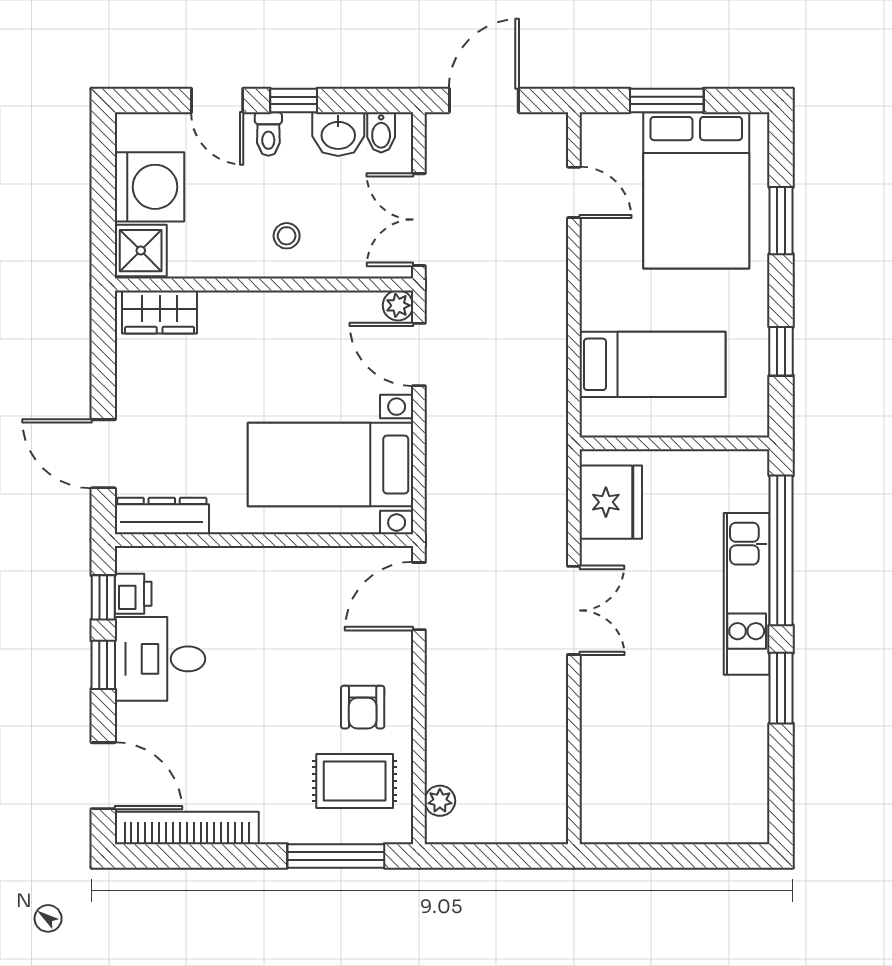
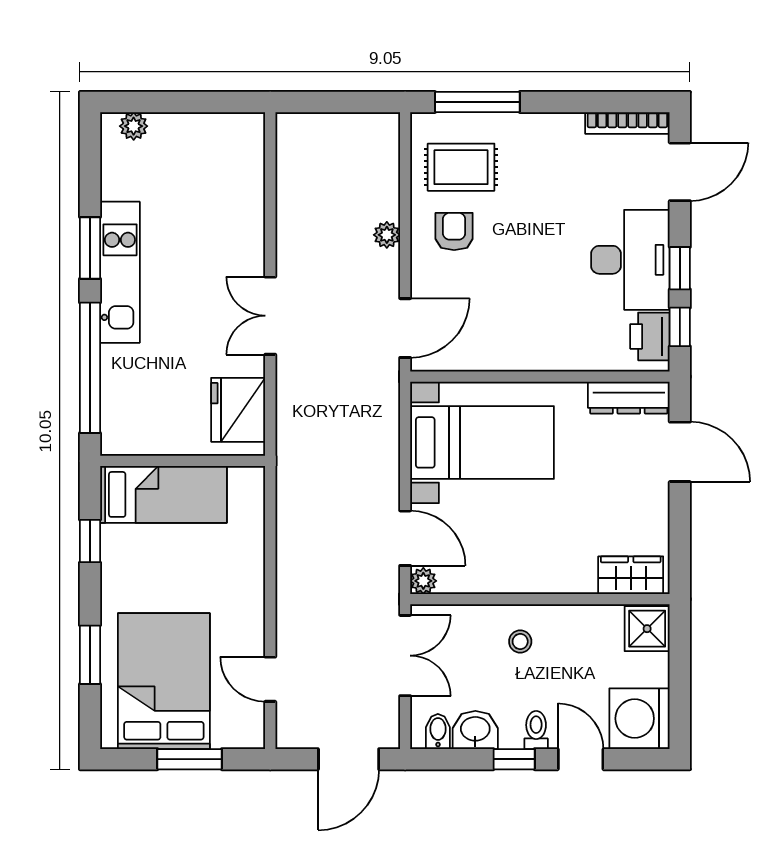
washing machine: (149, 187) -> (639, 719), moved
bed: (652, 364) -> (163, 494), moved, turned 180
printer: (133, 594) -> (650, 336), width x1.36, depth x1.24
kitchen unit: (747, 594) -> (120, 272), moved
desk: (160, 659) -> (630, 260), width x1.37
door: (103, 776) -> (680, 172), swing flipped
plant: (440, 801) -> (387, 235), moved
bookcase: (187, 828) -> (627, 123), width x0.68, depth x0.76
plant: (731, 828) -> (134, 126), added

